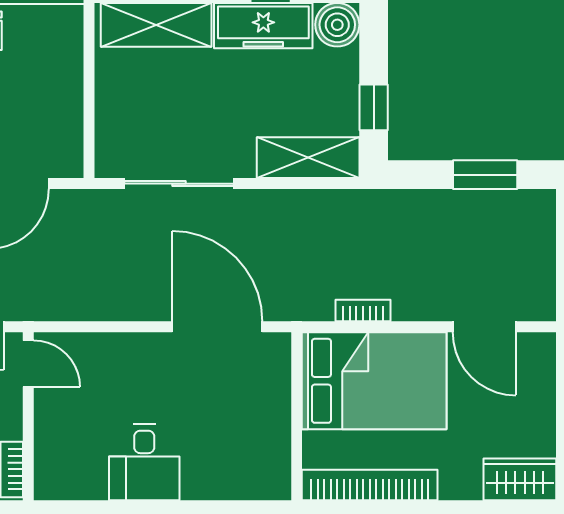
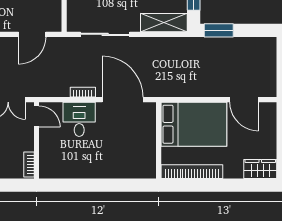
window: (485, 175) -> (219, 30), moved
bookcase: (363, 310) -> (83, 92), moved
desk: (144, 462) -> (79, 119), moved, turned 180

